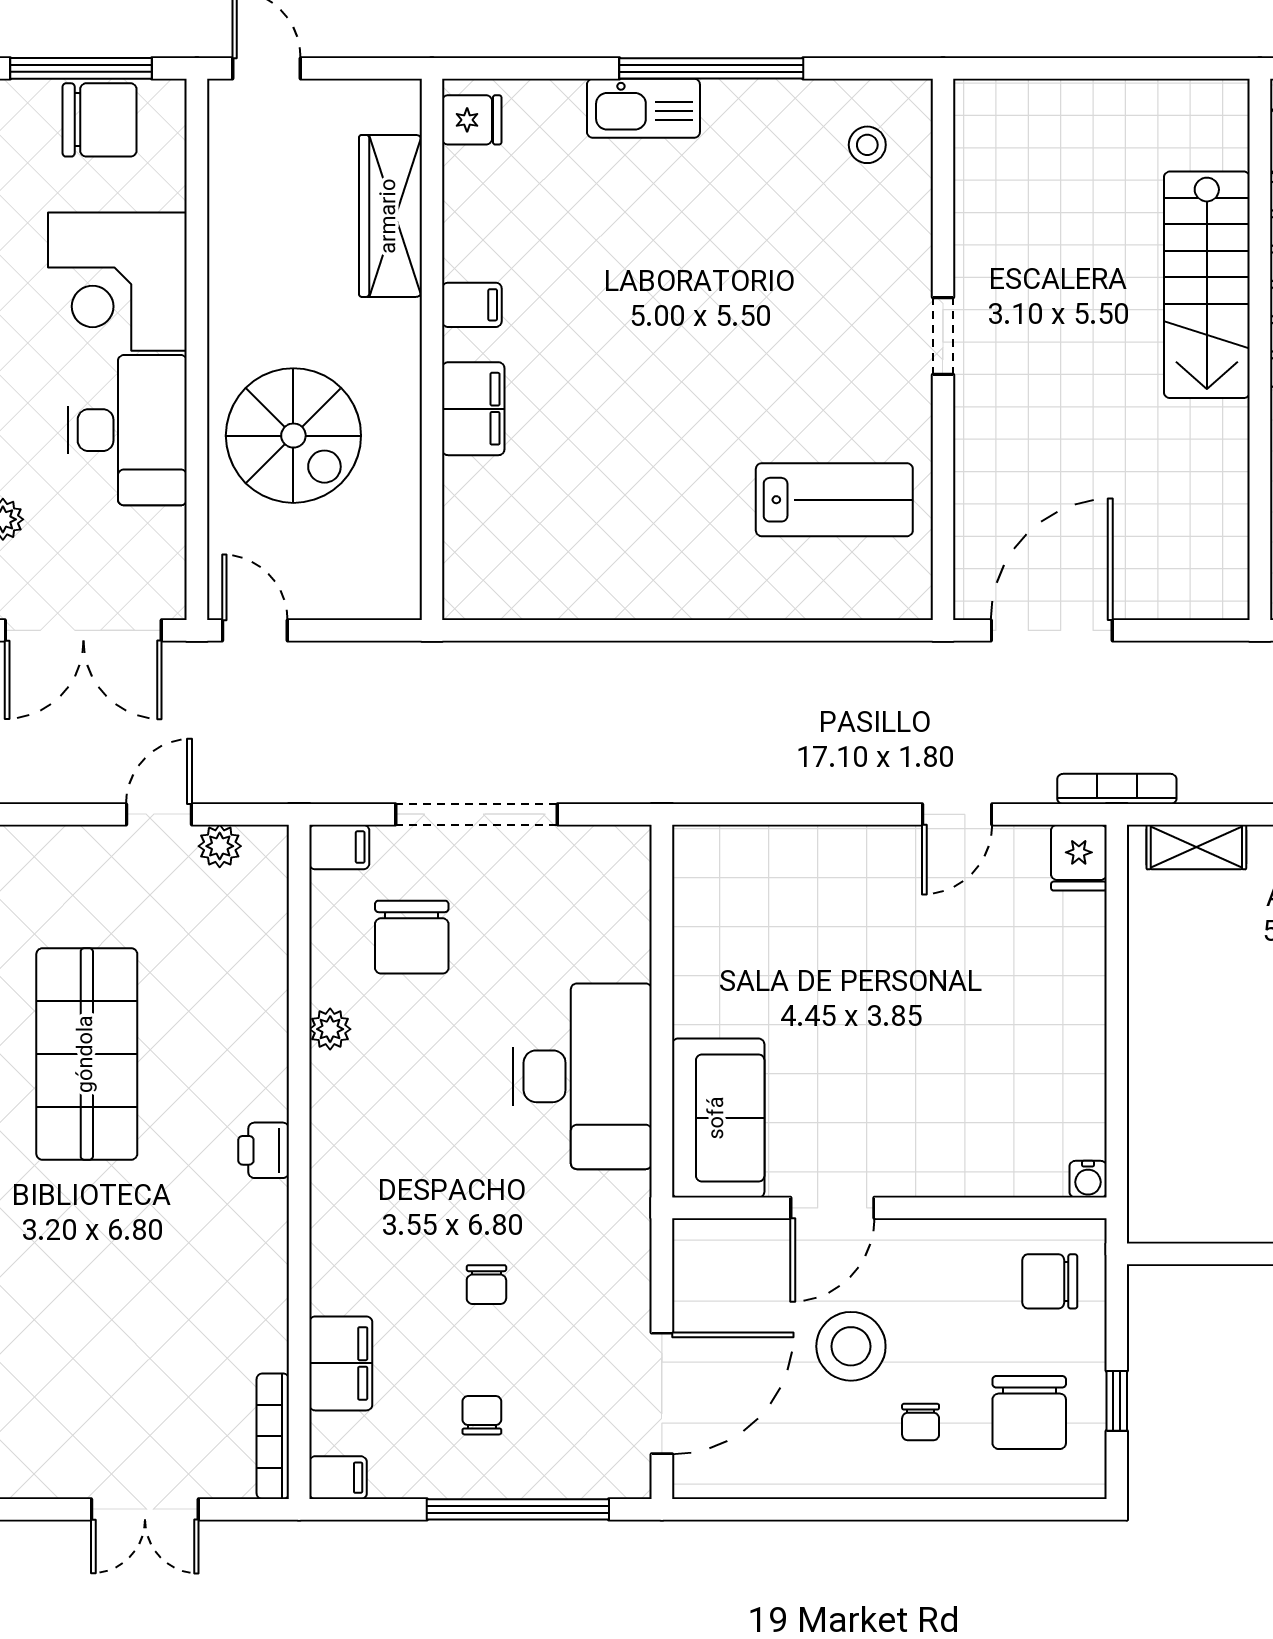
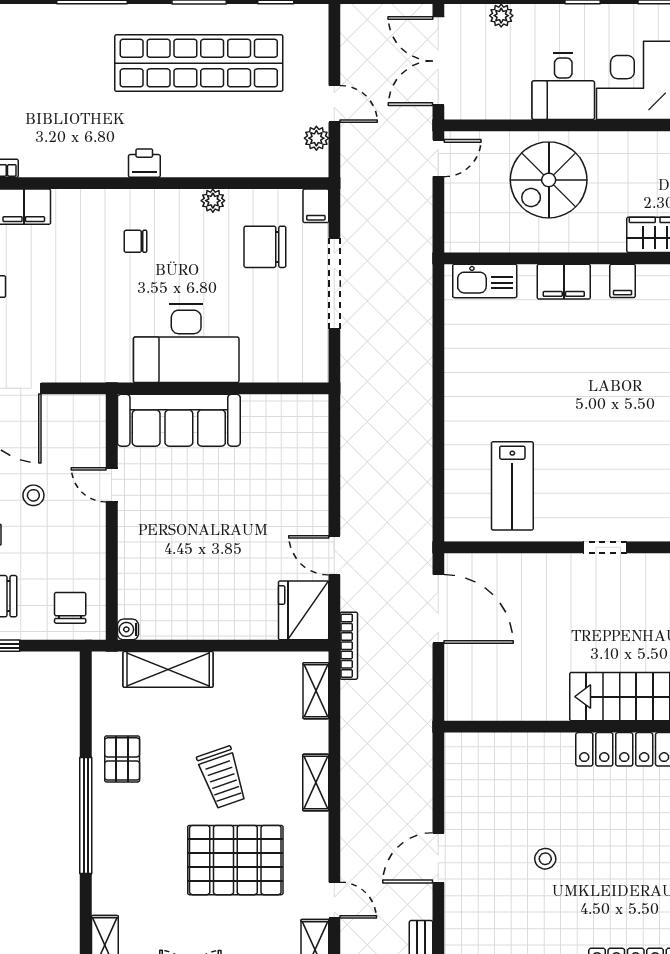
desk: (128, 430) -> (563, 86), width x0.73
kitchen sink: (472, 549) -> (485, 281), added
fridge: (1079, 858) -> (304, 610), width x1.88, depth x1.34
shop shelf: (87, 1054) -> (199, 63), width x1.40
shelving: (1159, 1108) -> (168, 669), added
sofa: (718, 1118) -> (179, 420), width x1.36
door: (832, 1208) -> (112, 485), width x0.73
chair: (486, 1285) -> (135, 241), moved
stool: (851, 1346) -> (33, 495), width x0.53, depth x0.53

